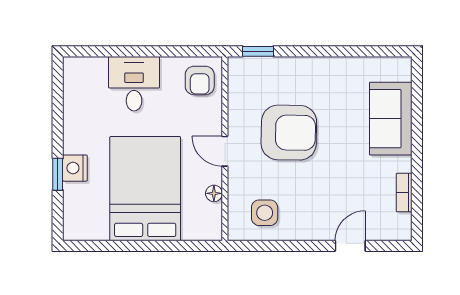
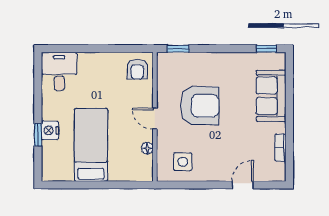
window: (384, 51) -> (266, 49), added
desk: (134, 84) -> (59, 71), moved
bed: (145, 189) -> (91, 145), width x0.67

